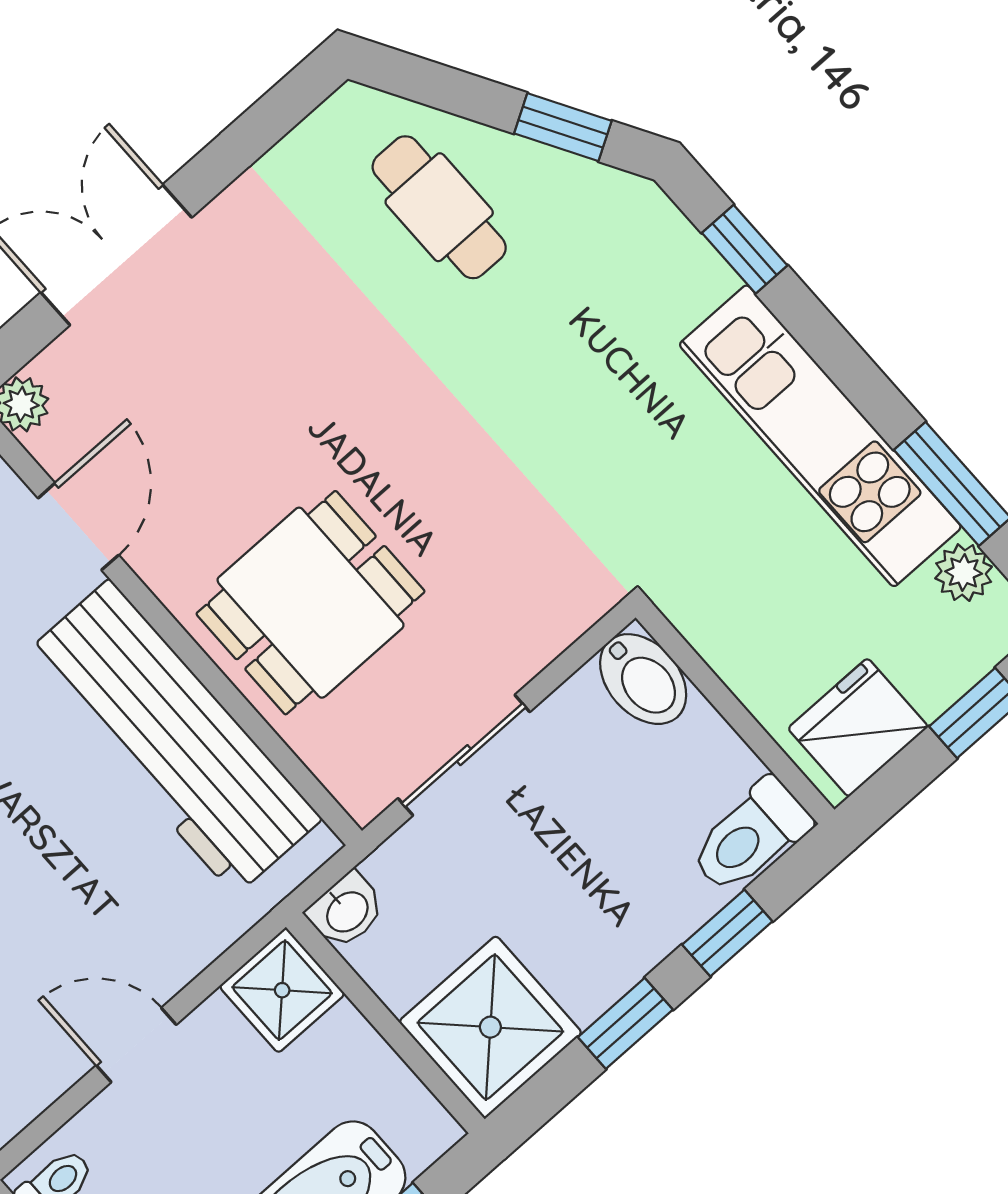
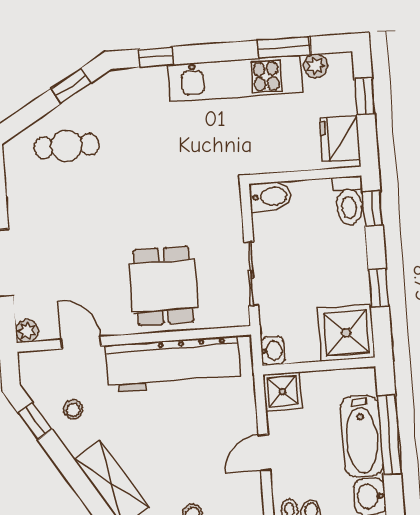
window: (727, 933) -> (373, 209), moved

